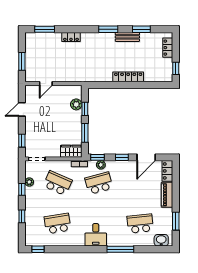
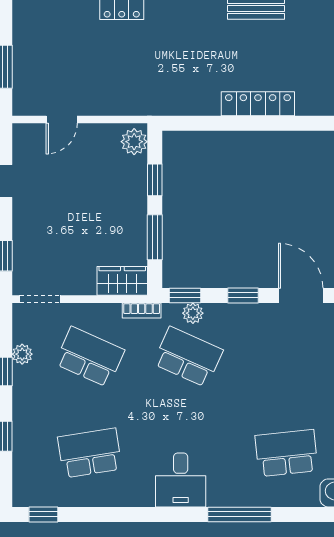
plant: (76, 104) -> (134, 142), moved
door: (146, 157) -> (301, 295), swing flipped
school desk: (99, 183) -> (188, 357), turned 39

